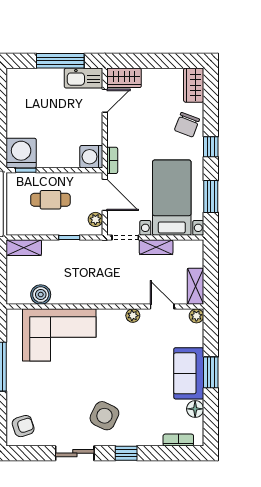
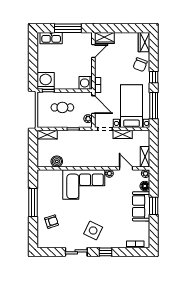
kitchen sink: (84, 78) -> (51, 38), moved
window: (211, 196) -> (154, 106), width x1.44
corner sofa: (59, 335) -> (84, 184), moved
floor lamp: (195, 409) -> (145, 186), moved
armchair: (23, 426) -> (52, 222), moved

